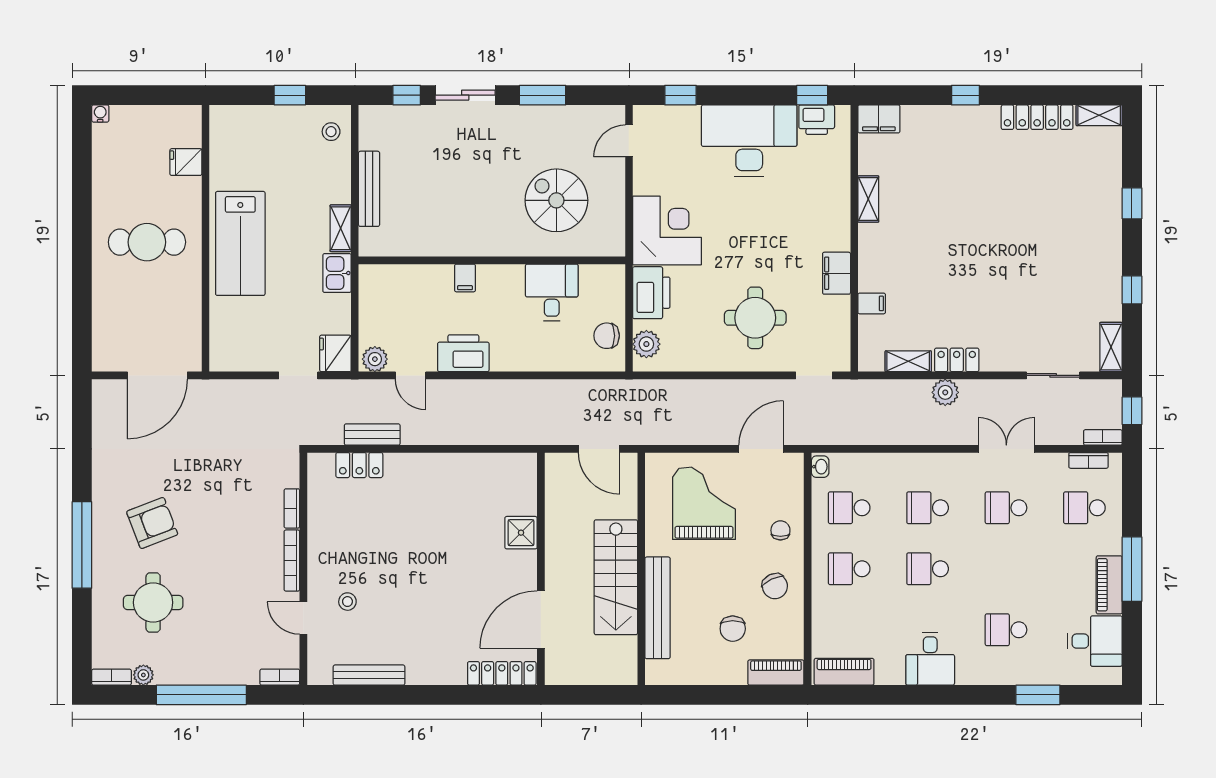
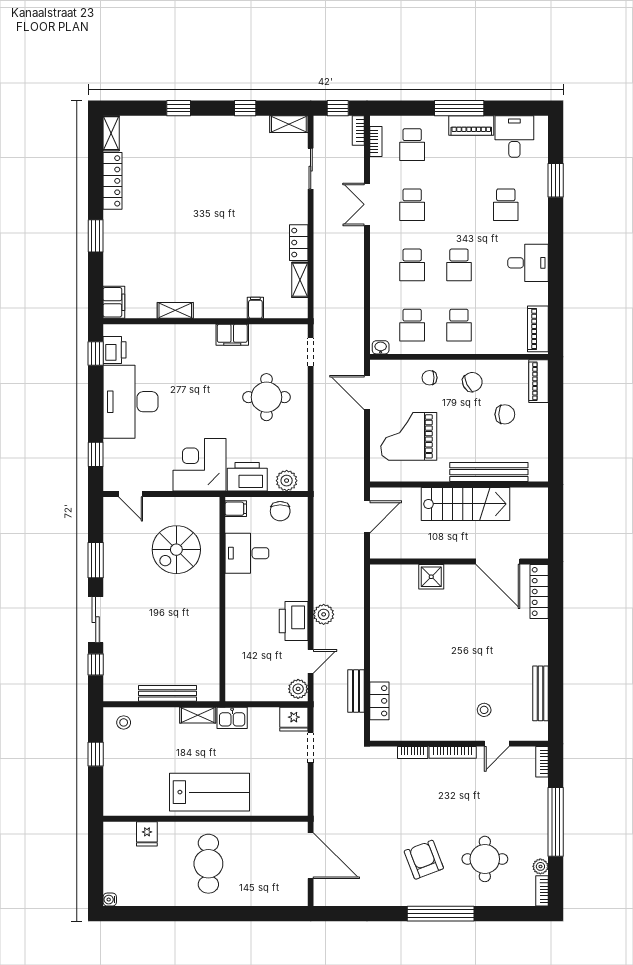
window: (965, 95) -> (96, 236), width x1.50
filing cabinet: (465, 278) -> (236, 509), moved
plant: (945, 392) -> (324, 614), moved

